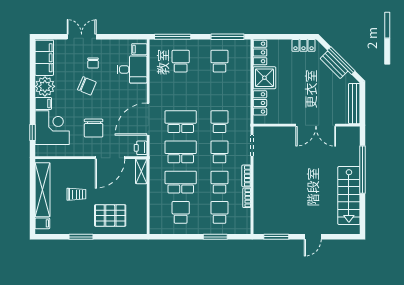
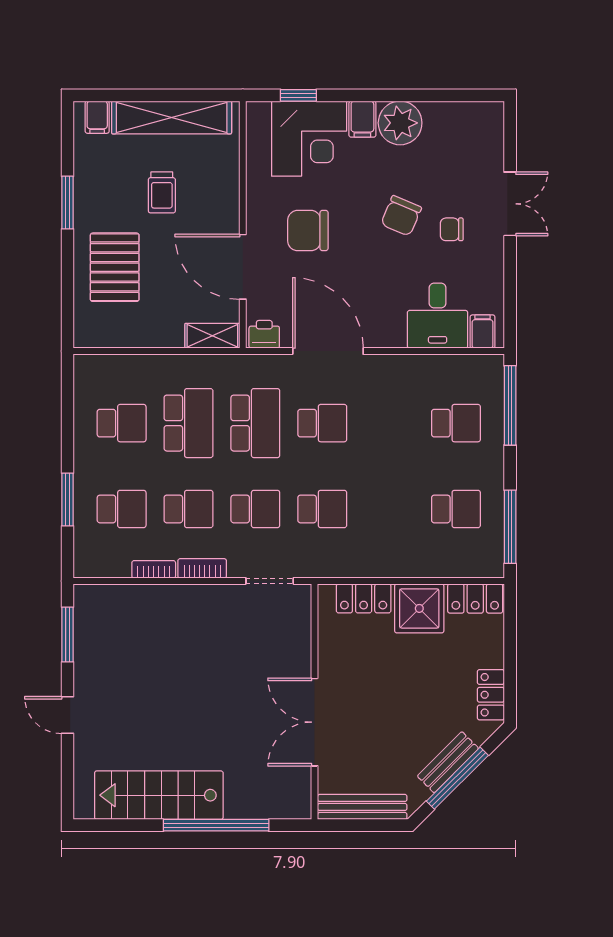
filing cabinet: (44, 58) -> (463, 121), removed
school desk: (181, 122) -> (322, 423), width x0.54

